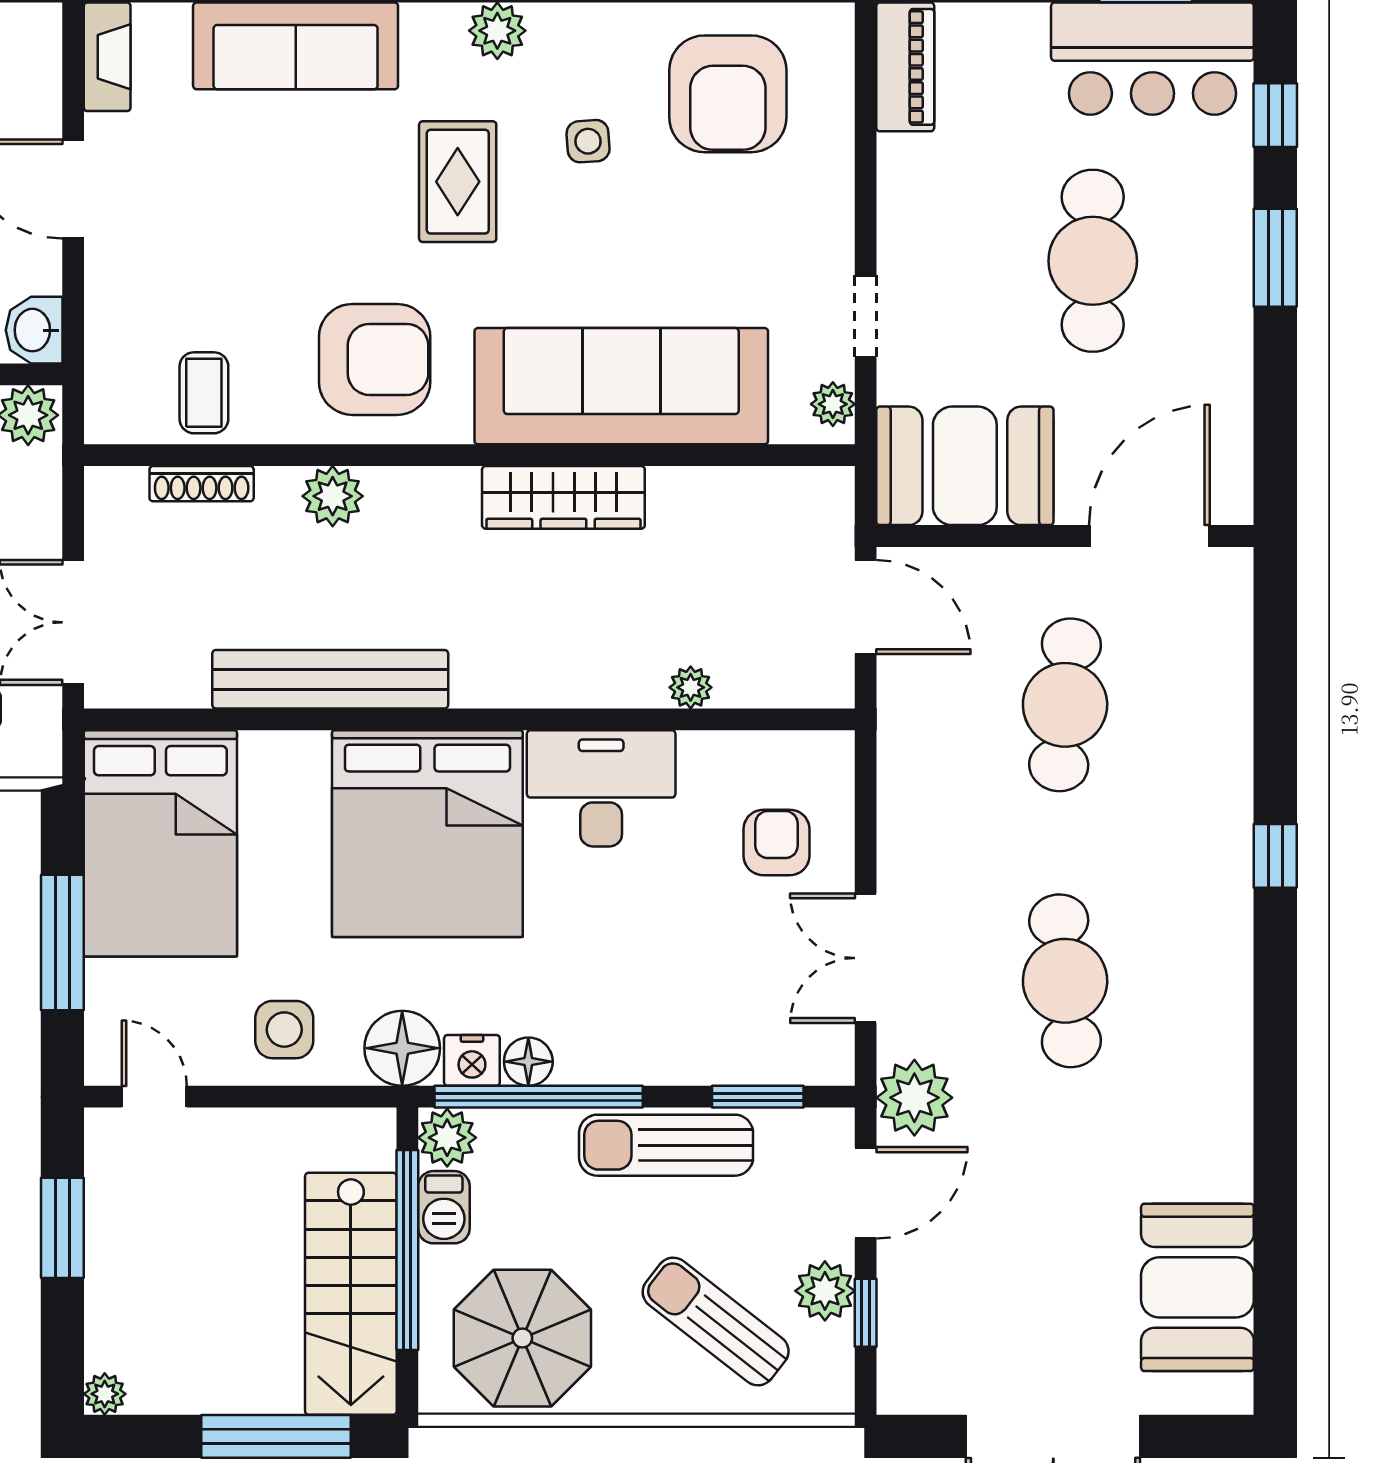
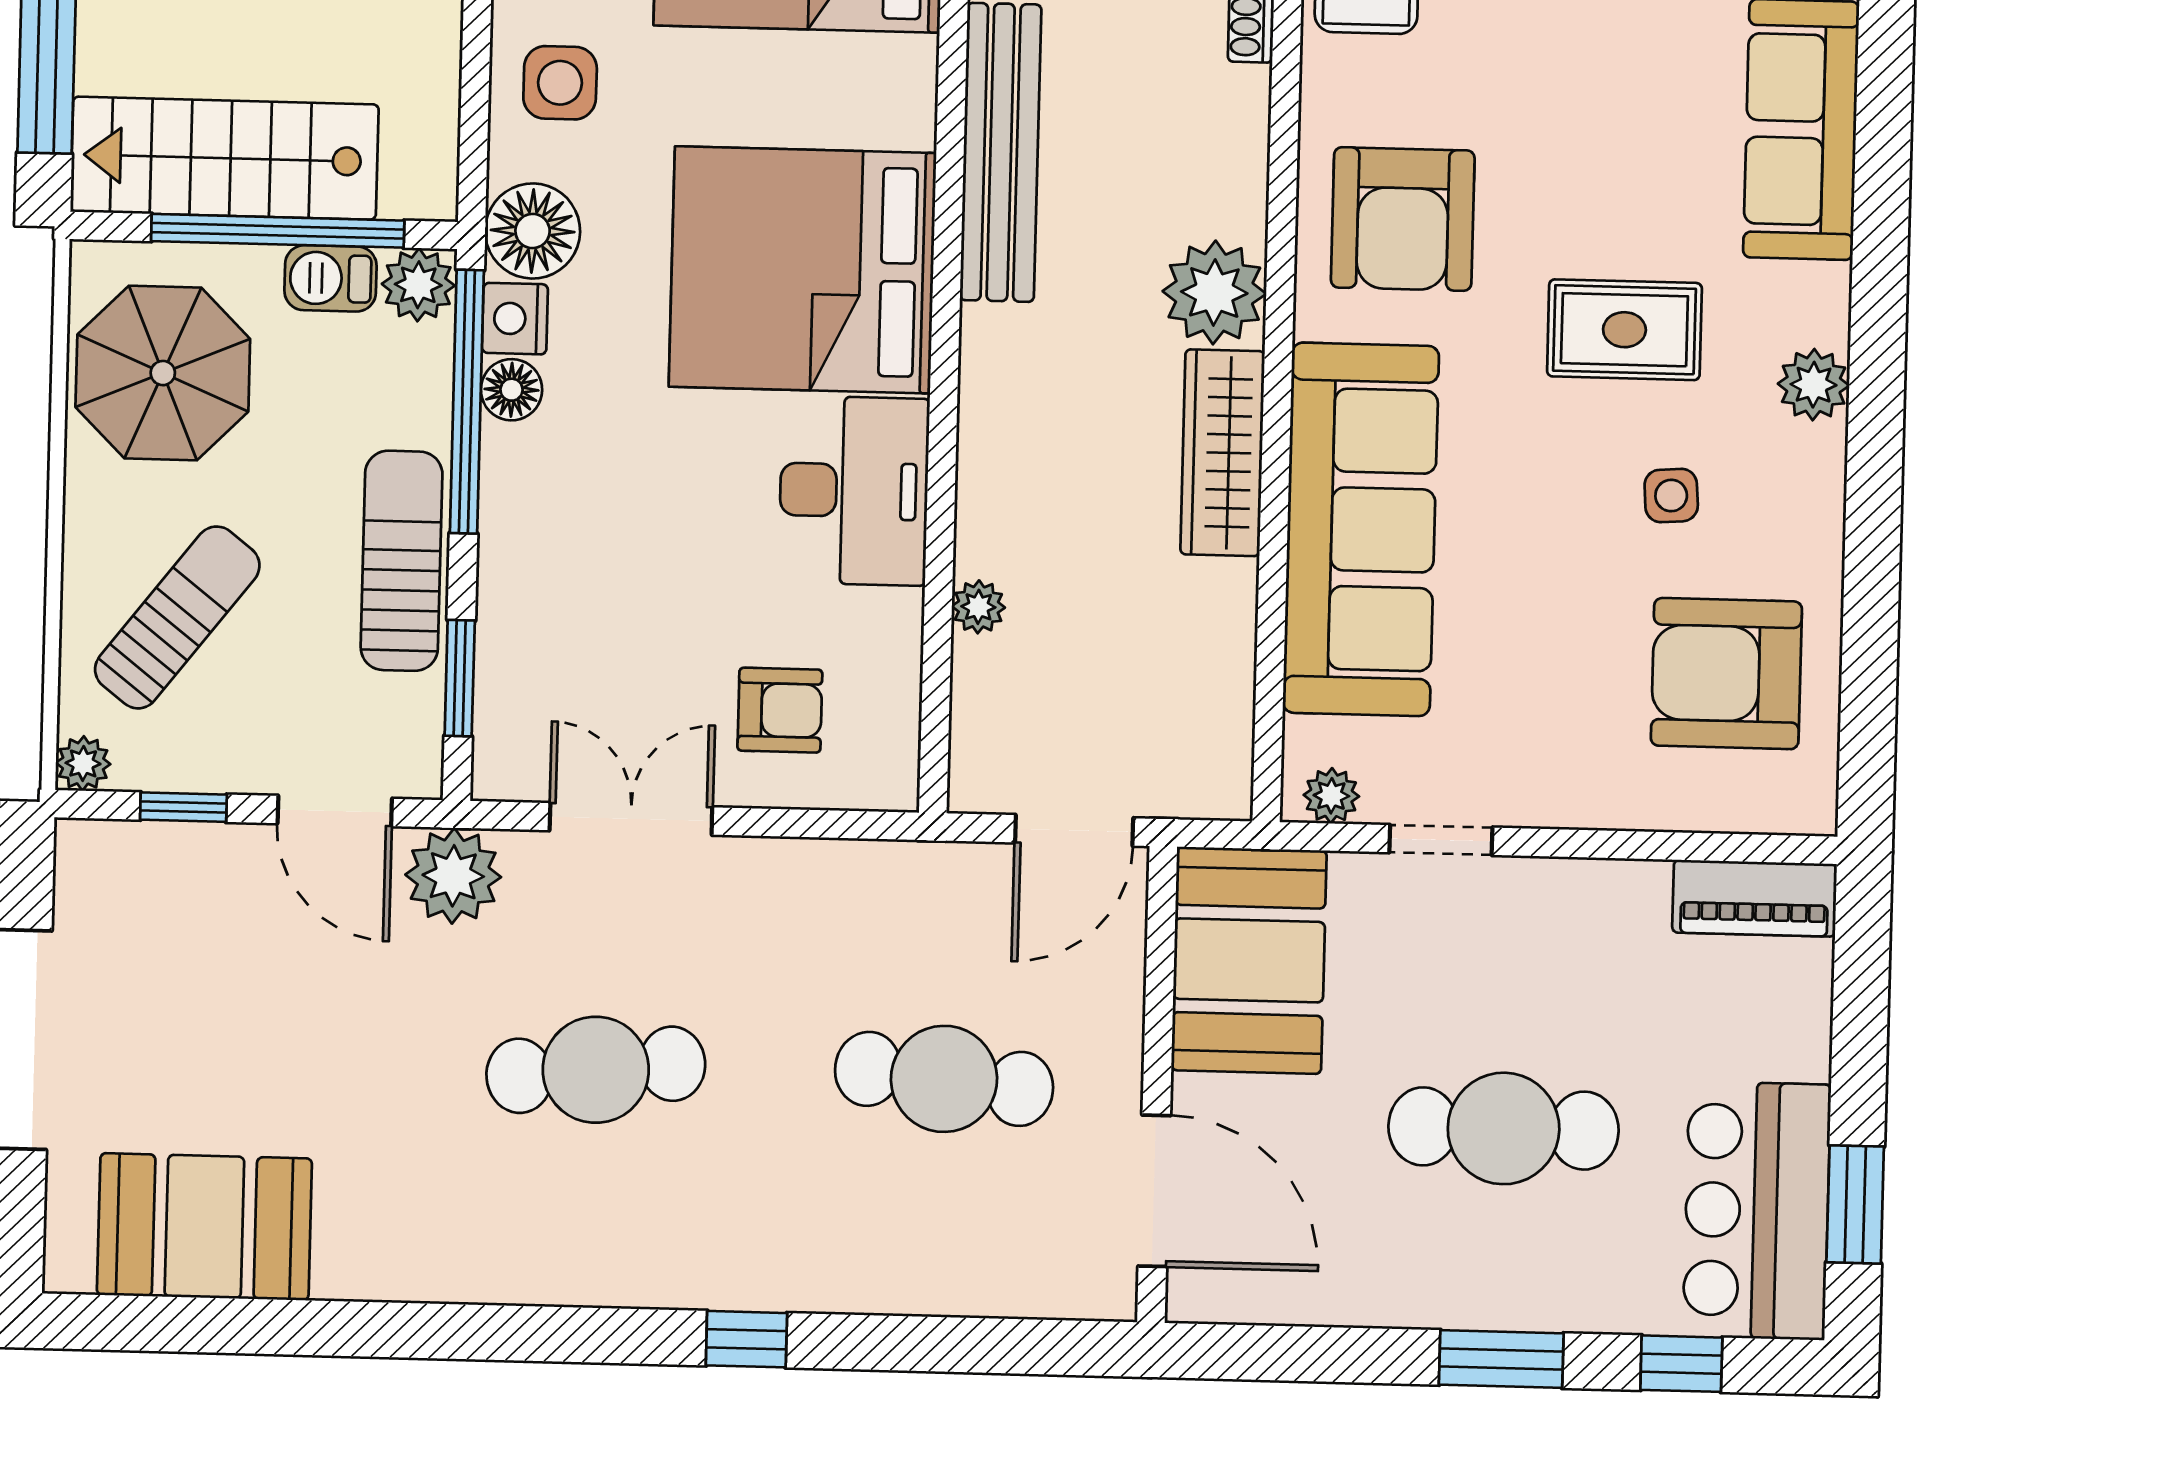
plant: (333, 496) -> (1214, 292), moved, width x1.36, depth x1.36
plant: (825, 1291) -> (83, 763), moved, width x0.73, depth x0.73

